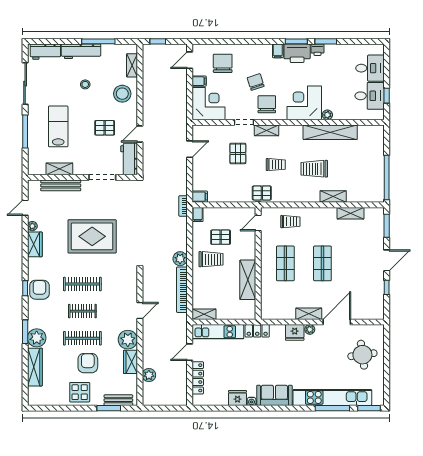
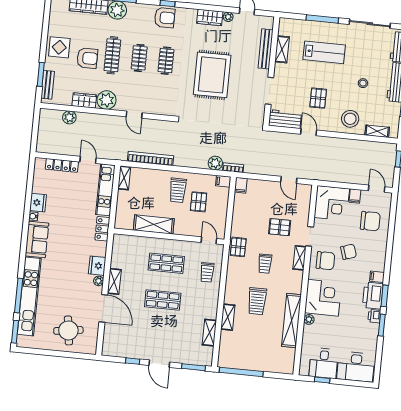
desk: (370, 68) -> (356, 367), width x1.37
trolley: (314, 169) -> (257, 301), turned 180
plant: (180, 259) -> (215, 163), moved
clothes rail: (82, 284) -> (166, 61), width x0.73

